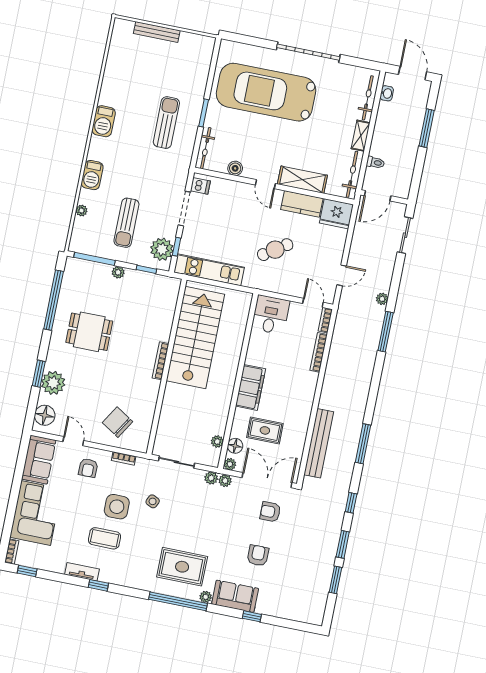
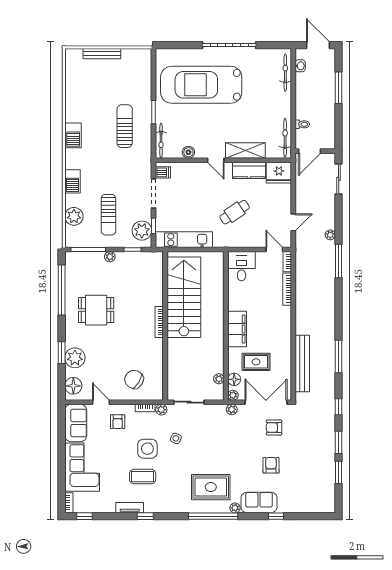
shelving: (361, 136) -> (286, 105), removed
plant: (81, 211) -> (74, 216), width x1.88, depth x1.88
plant: (211, 478) -> (161, 410), moved

